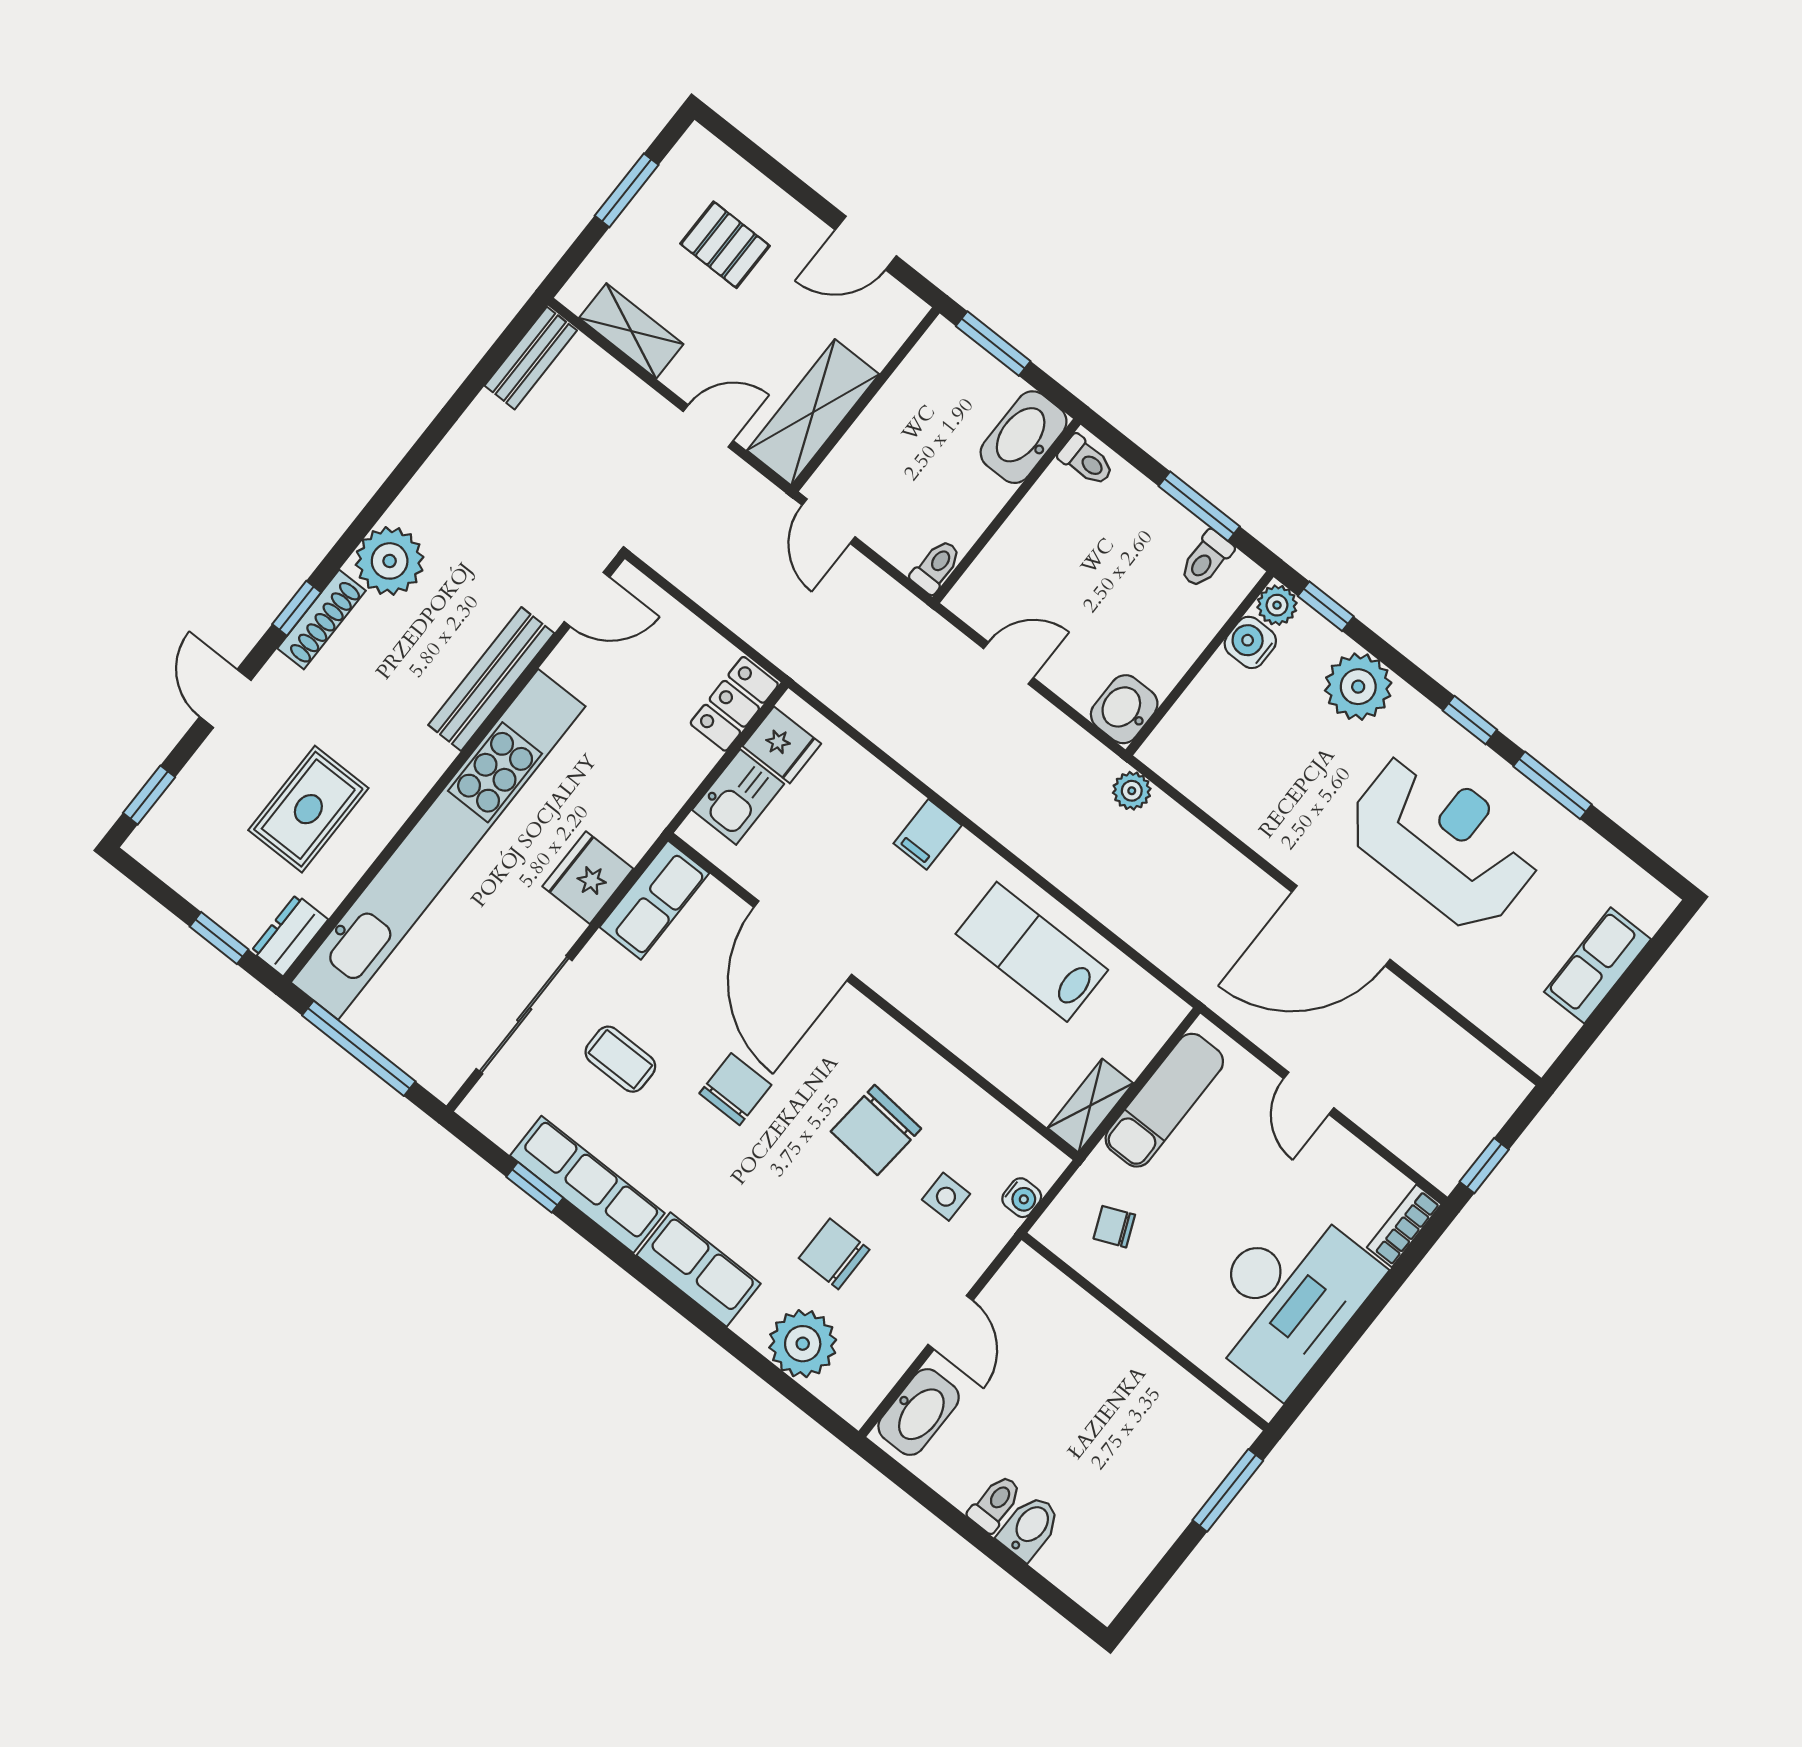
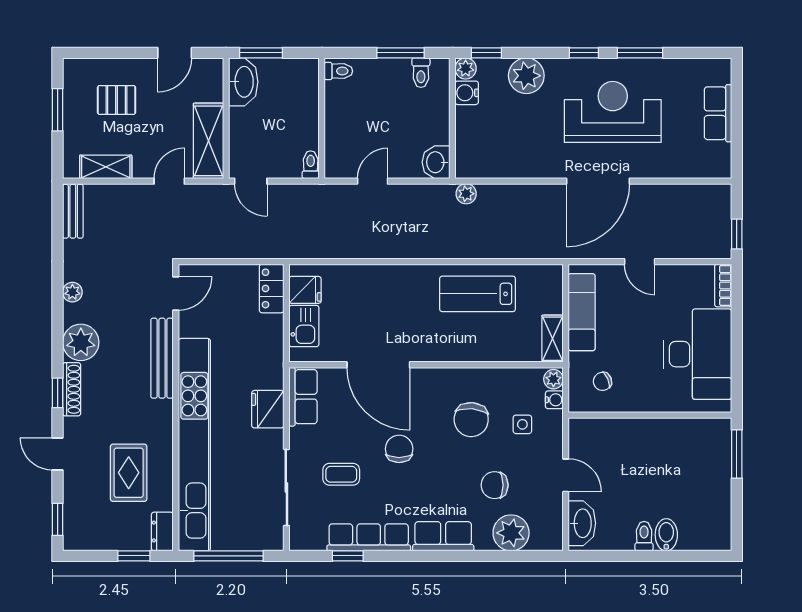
washbasin: (1024, 437) -> (243, 82), moved, turned 180
plant: (436, 477) -> (72, 292), added
filing cabinet: (928, 834) -> (395, 279), removed
plant: (1044, 1166) -> (553, 379), added

